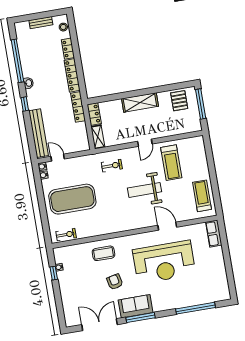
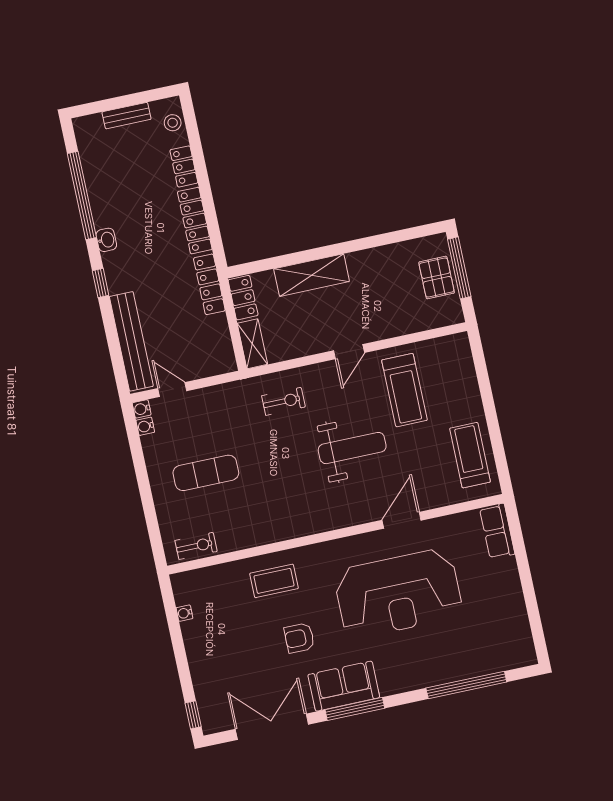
pallet: (179, 101) -> (437, 277), moved
shelving: (140, 102) -> (312, 275), moved
weight bench: (144, 190) -> (352, 448), turned 180
exercise mat: (72, 199) -> (206, 473), width x0.50, depth x0.69
door: (167, 226) -> (402, 520), hinge flipped
window: (54, 273) -> (193, 715), moved
armchair: (115, 282) -> (299, 638), turned -78

